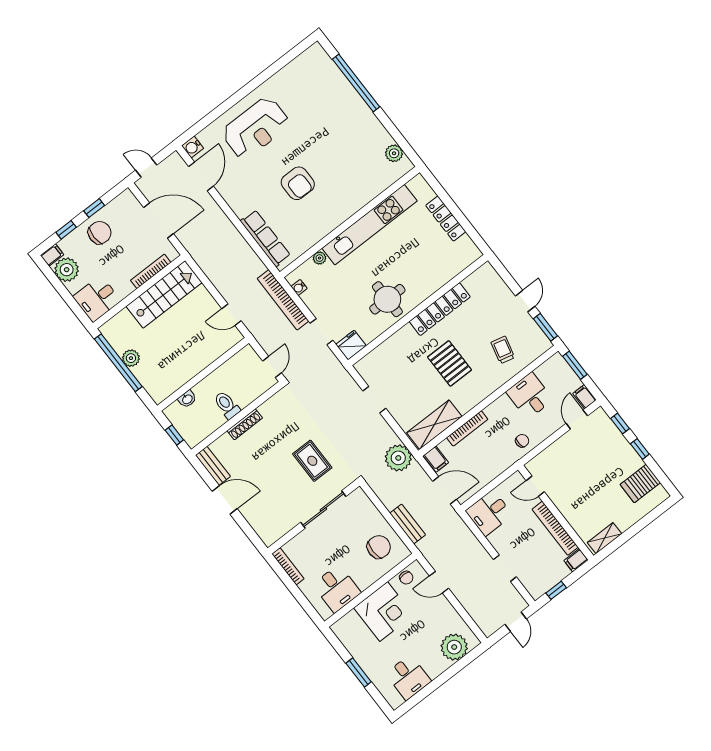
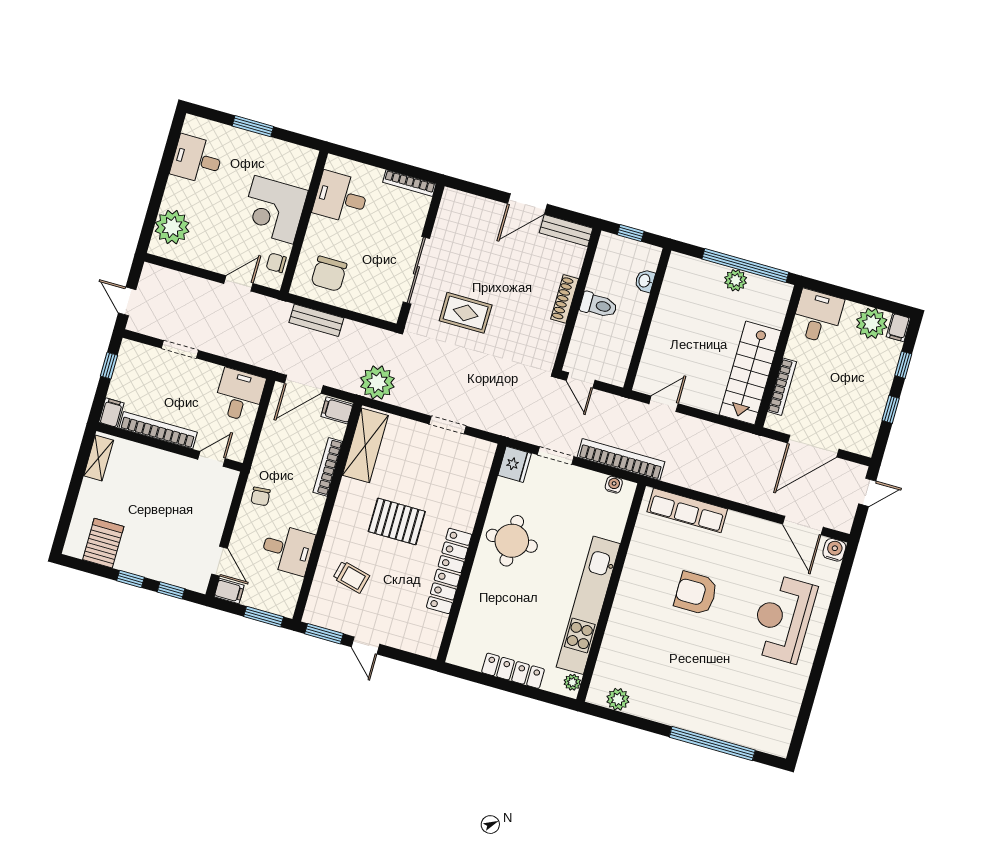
chair: (100, 233) -> (866, 388), removed
plant: (320, 258) -> (572, 682), moved

